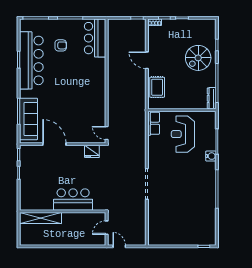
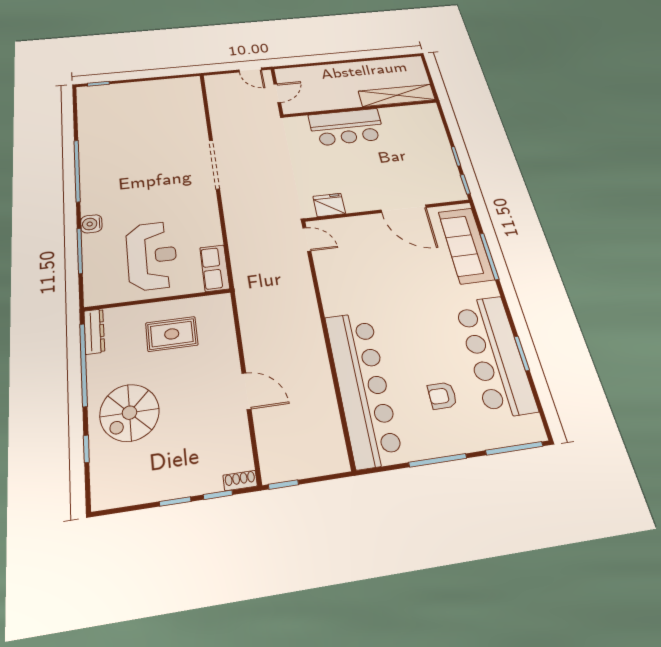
bar counter: (95, 38) -> (363, 387), width x1.86
spiral stairs: (198, 58) -> (129, 413), turned 180
rug: (157, 87) -> (172, 334), moved, turned 90

